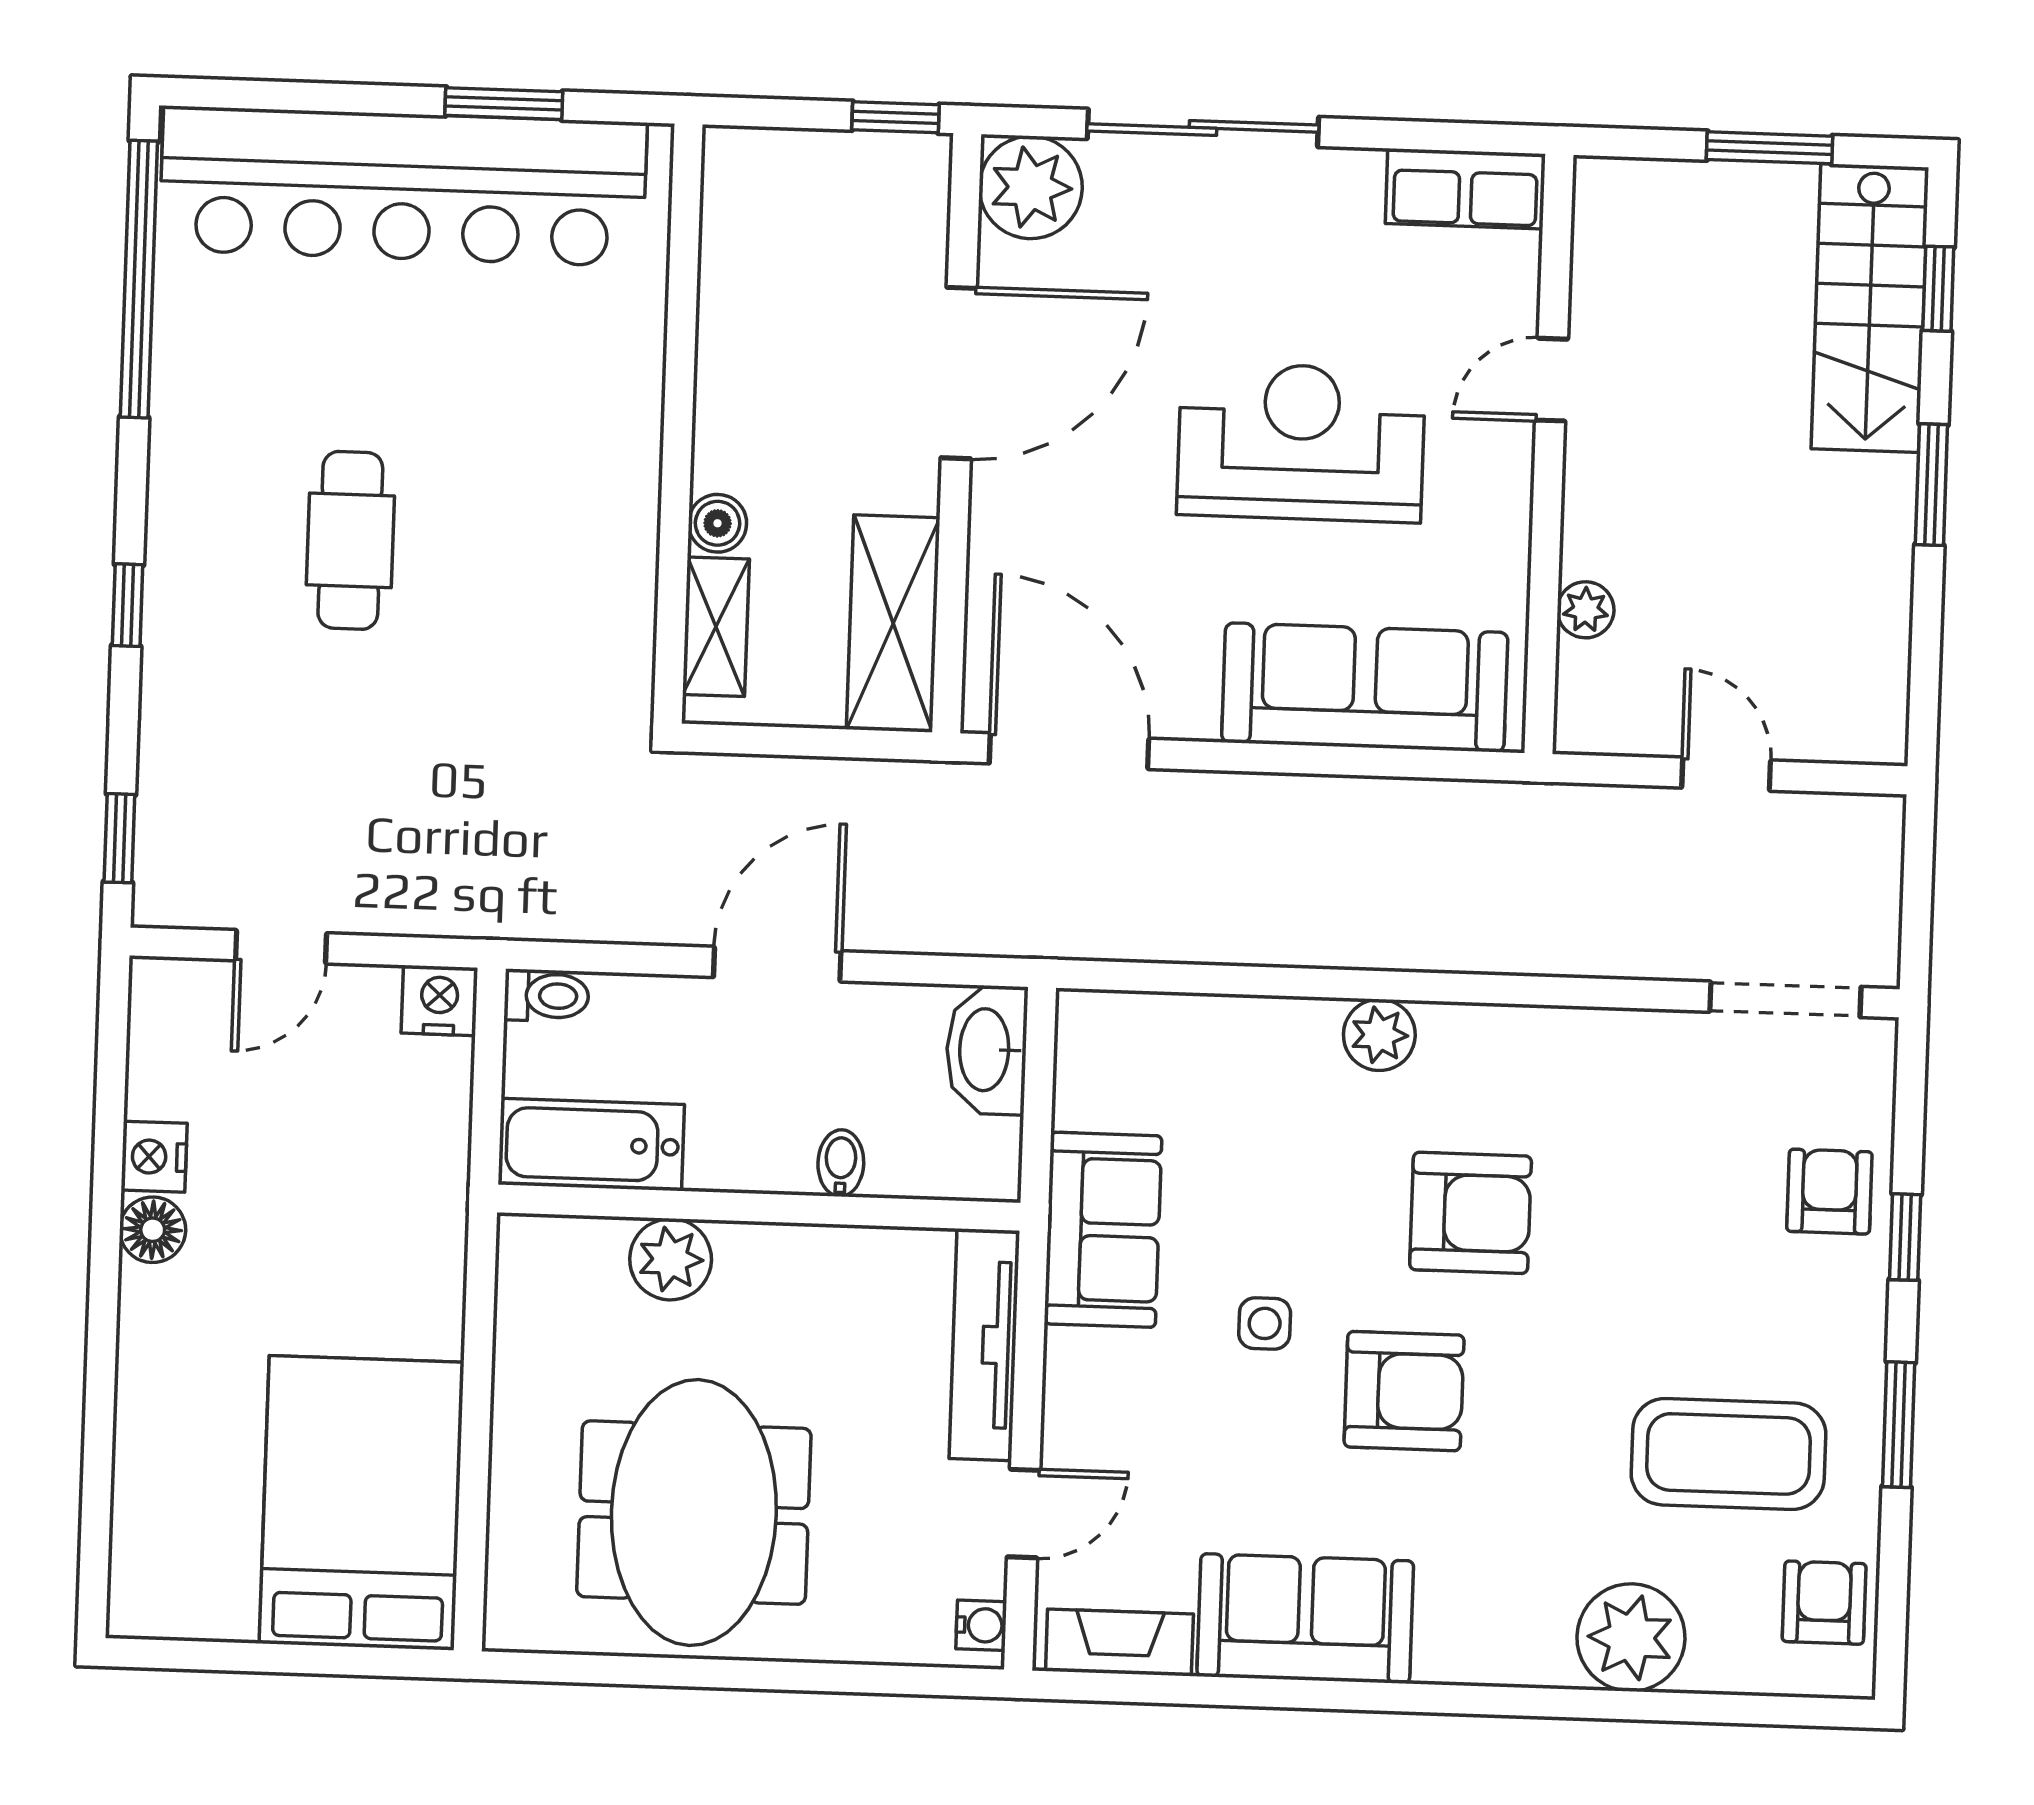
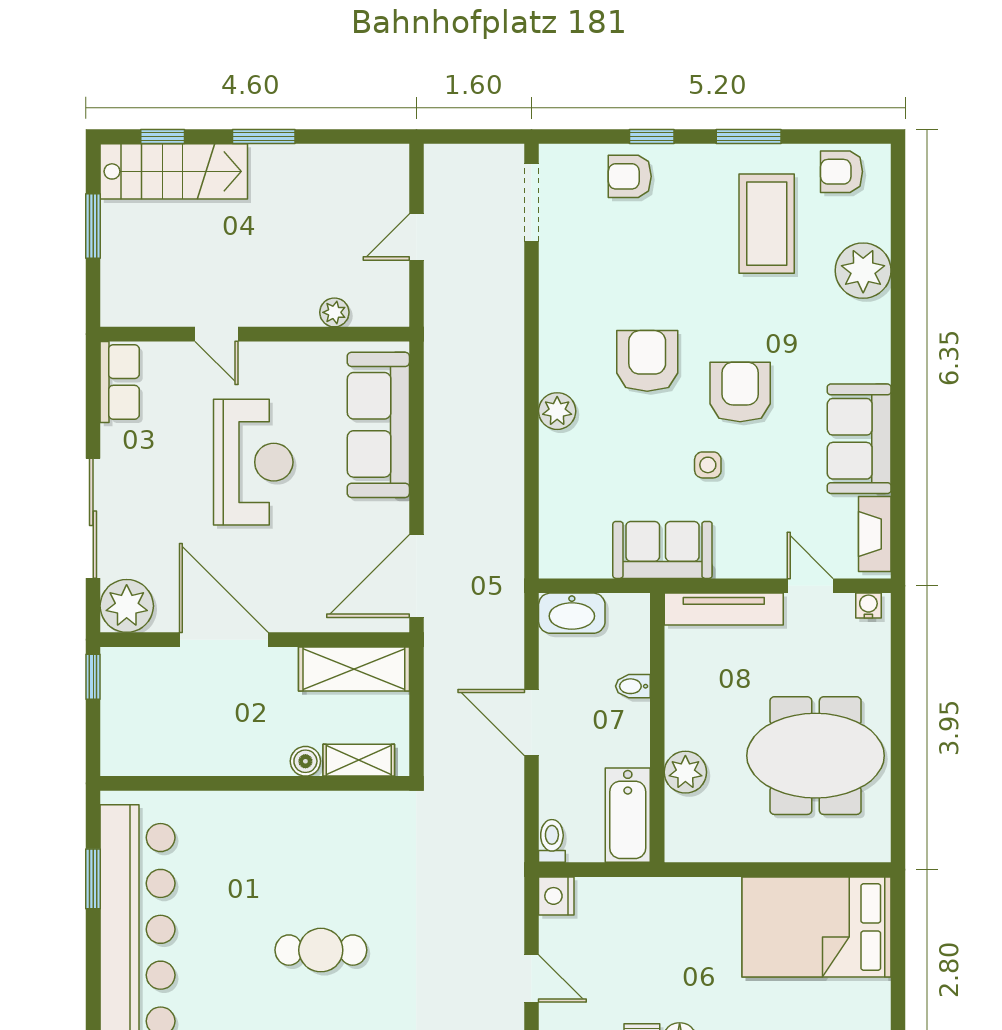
reception desk: (1301, 442) -> (253, 462), turned 180

